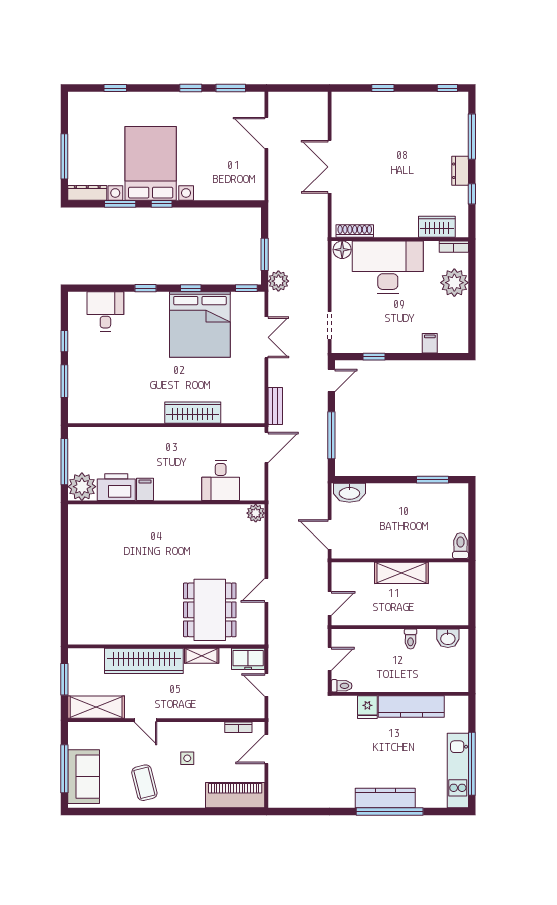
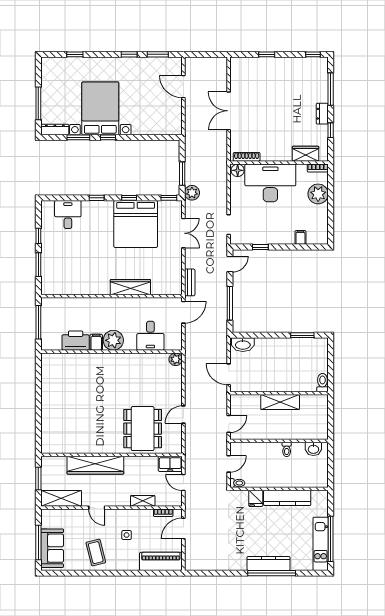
plant: (82, 487) -> (113, 340), moved
shelving: (202, 656) -> (143, 501), moved

